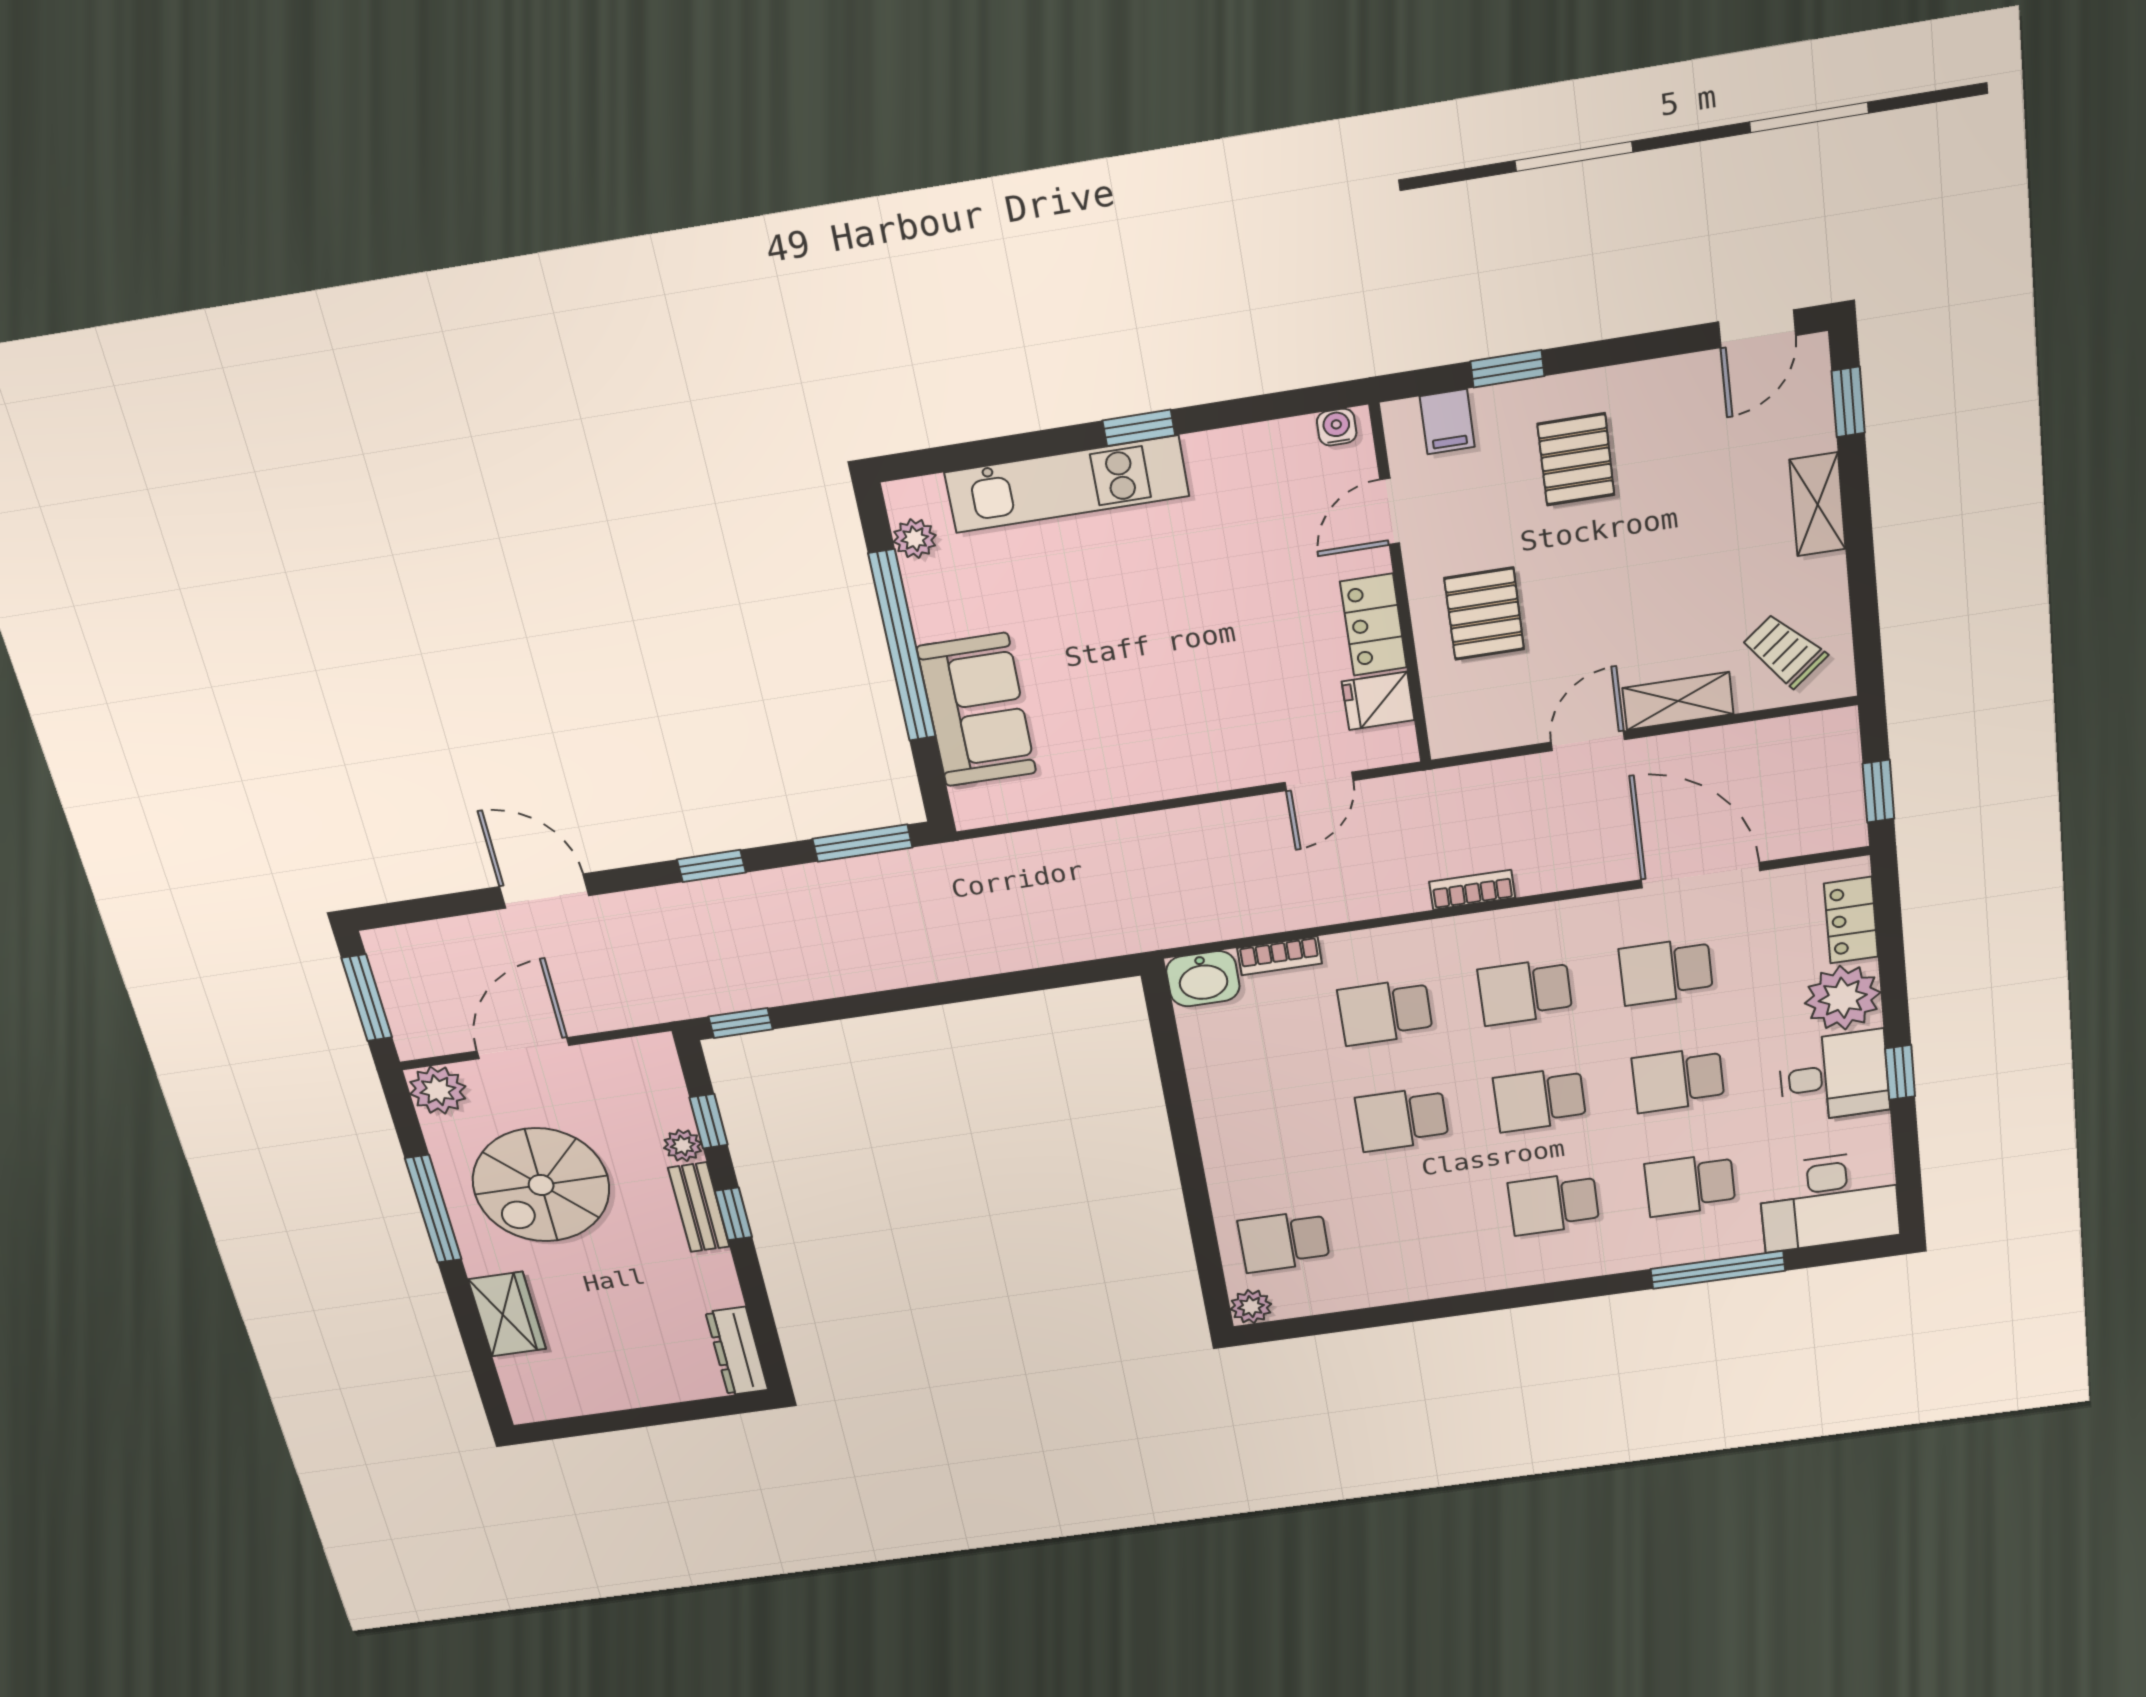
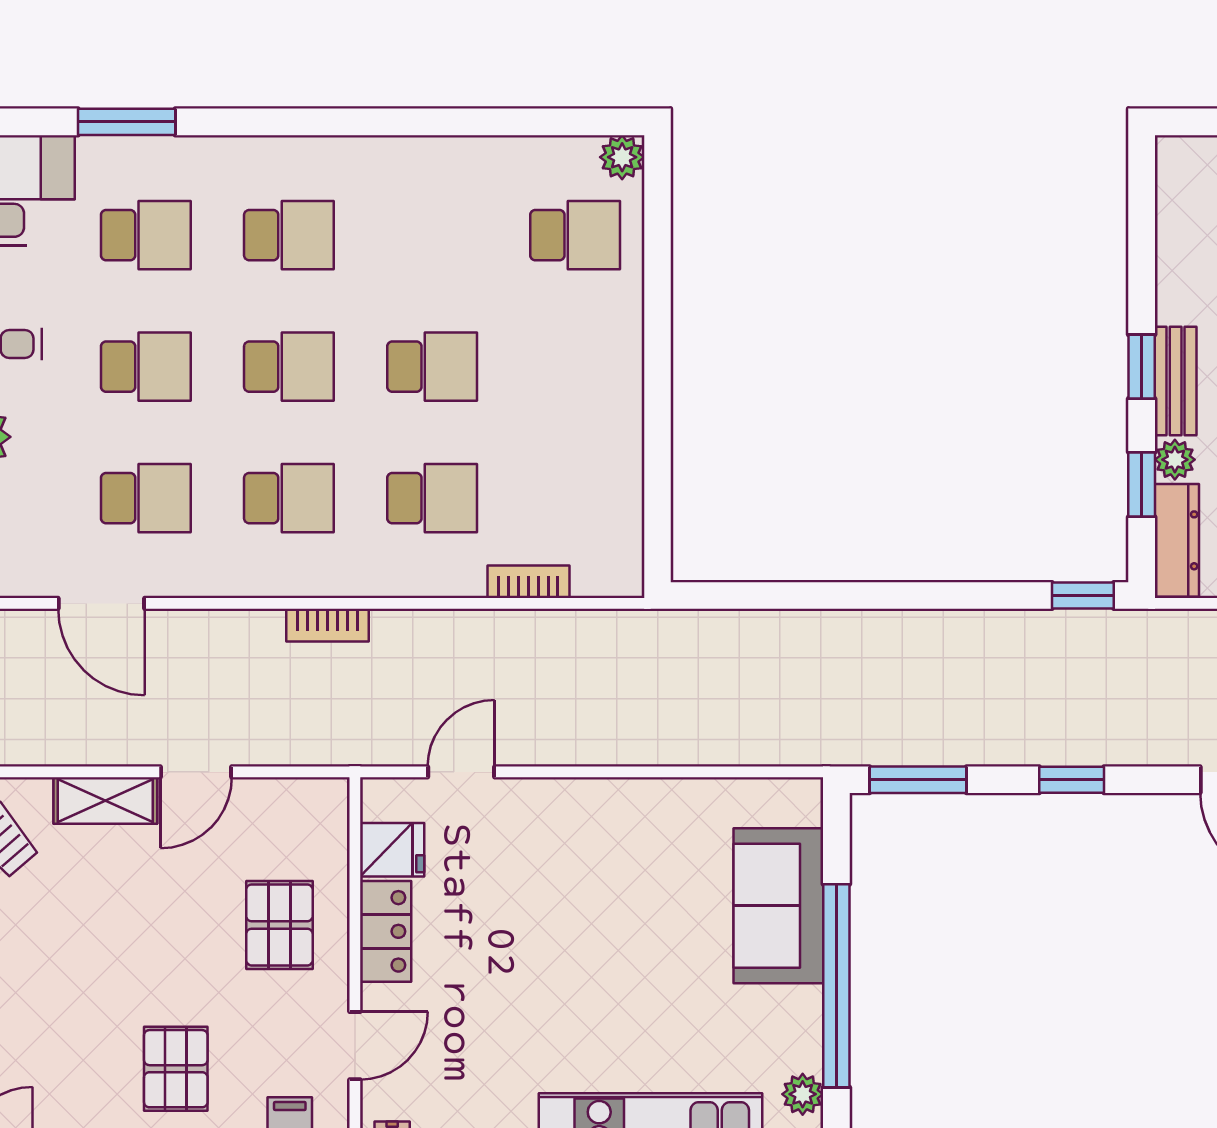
door: (1701, 875) -> (101, 603), width x0.73
washbasin: (1203, 979) -> (609, 568), removed
window: (1718, 1270) -> (127, 122), width x0.69
dresser: (737, 1351) -> (1177, 540), moved

